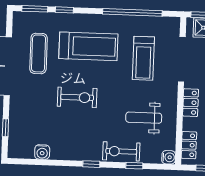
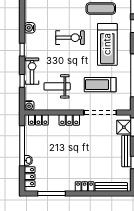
exercise bike: (77, 97) -> (70, 38), turned -90
weight bench: (144, 118) -> (57, 86), turned -90
water cooler: (42, 152) -> (30, 28), moved

